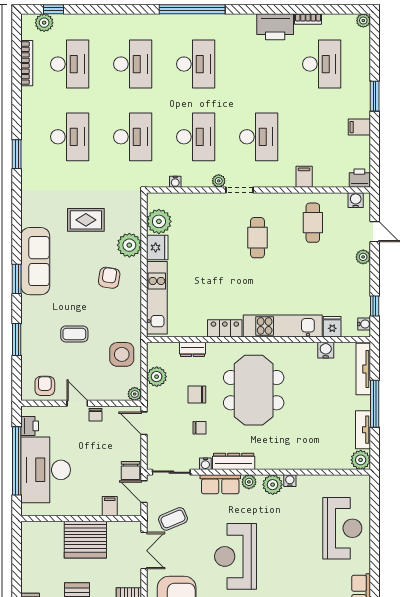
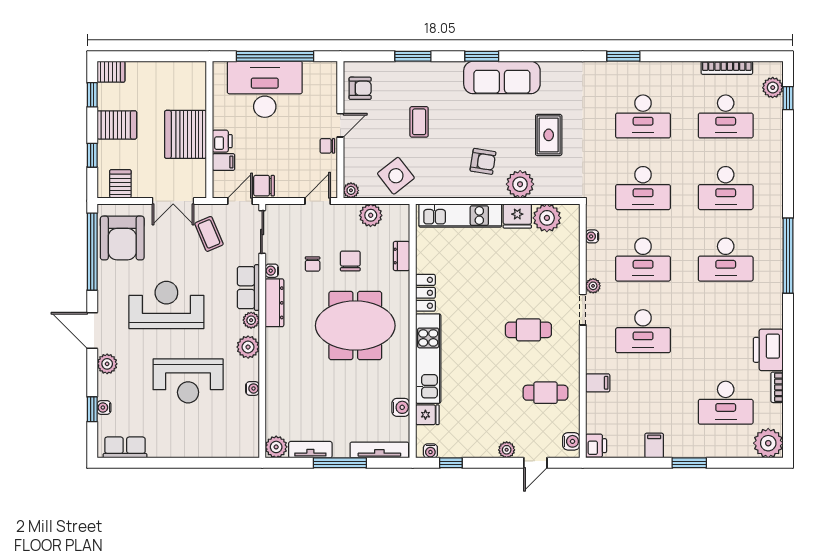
plant: (363, 21) -> (768, 443), width x1.87, depth x1.87
side table: (122, 354) -> (396, 176), turned -38
printer: (30, 426) -> (222, 141), moved, turned -90
water cooler: (290, 481) -> (252, 388), moved
reception desk: (342, 528) -> (188, 381), moved

